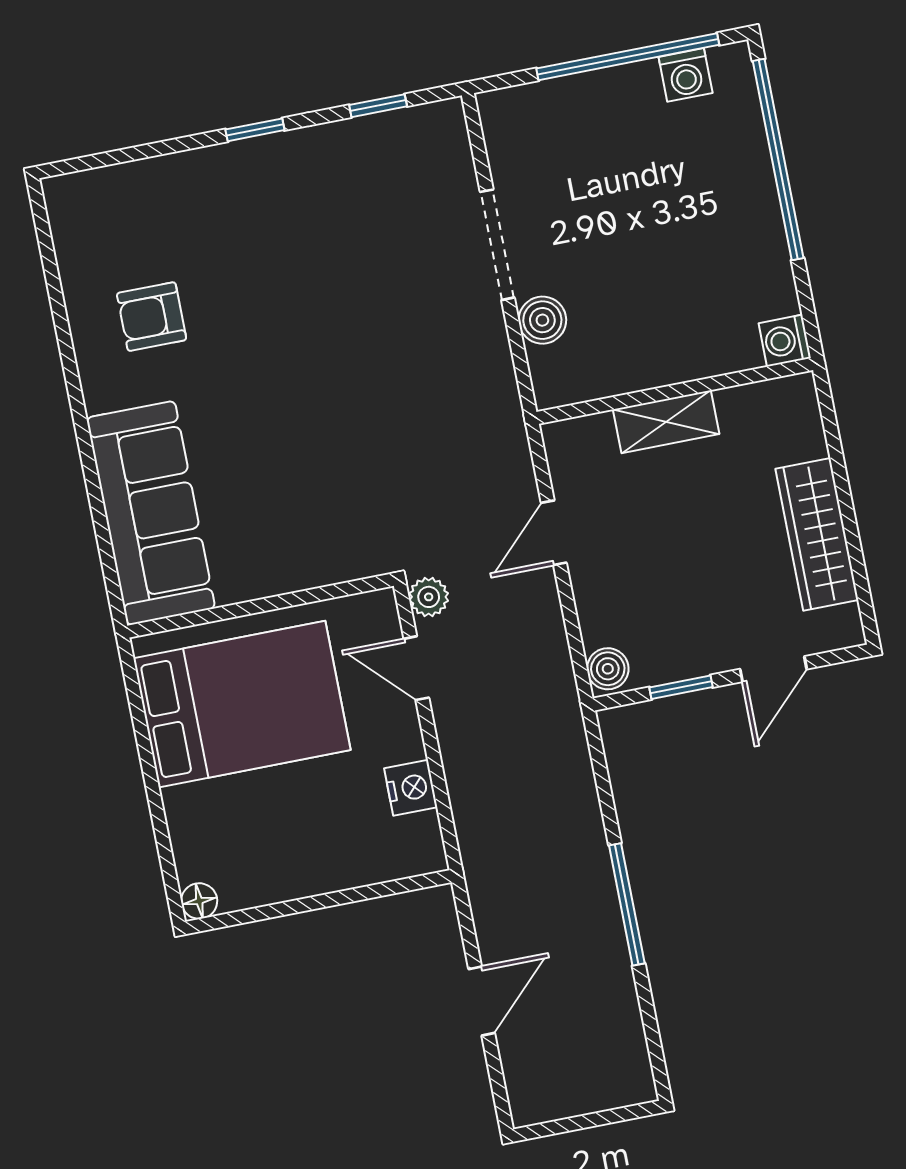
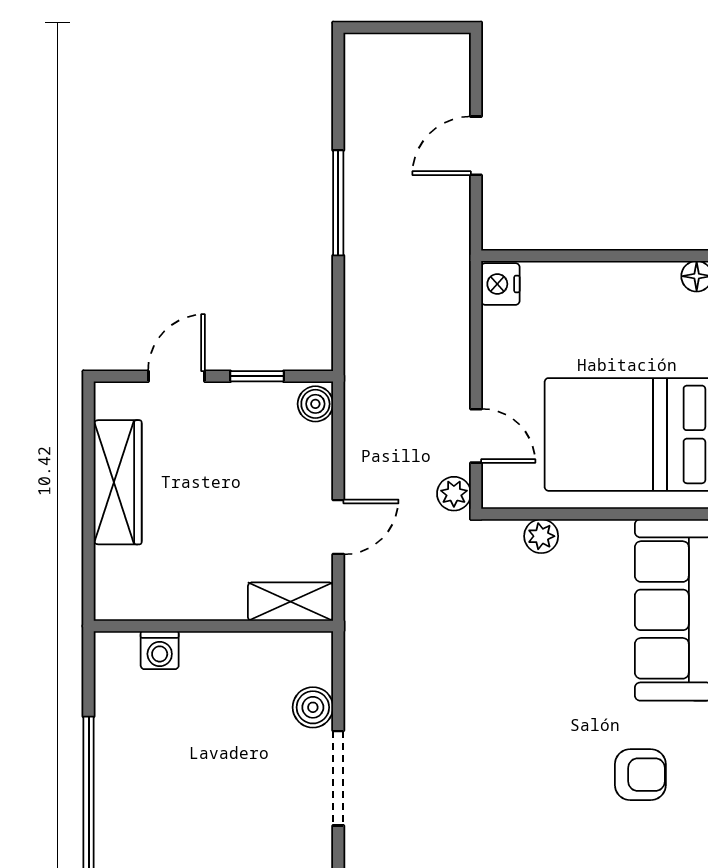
washing machine: (785, 341) -> (160, 650), moved, turned 90
shelving: (666, 422) -> (290, 602), moved
plant: (319, 568) -> (541, 536), added
nightstand: (411, 788) -> (500, 284), moved

